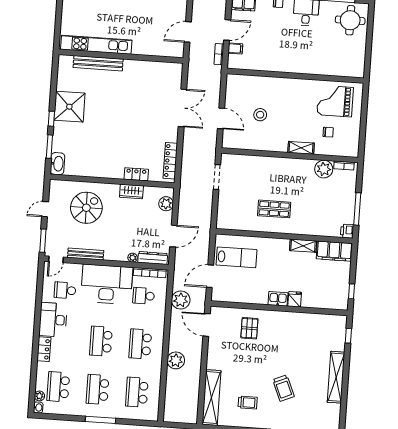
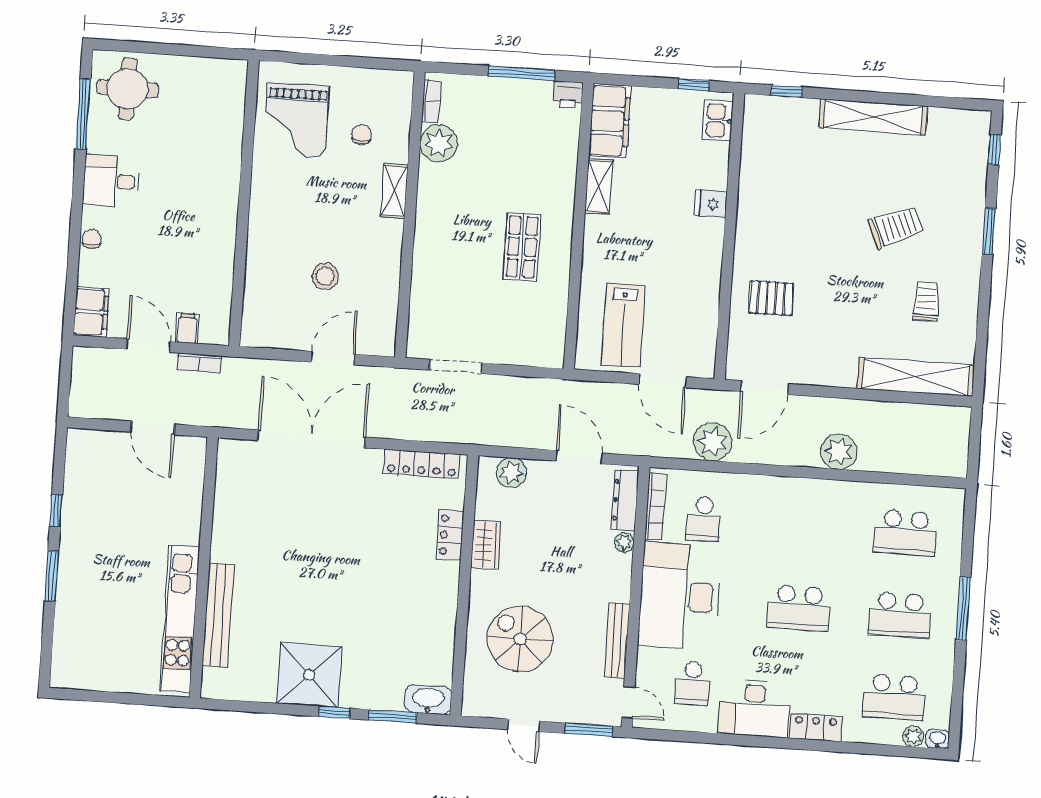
double door: (182, 108) -> (311, 439), width x1.36
lab bench: (236, 257) -> (623, 325), turned 180
kitchen sink: (278, 299) -> (718, 120), moved
school desk: (140, 344) -> (805, 526), removed

